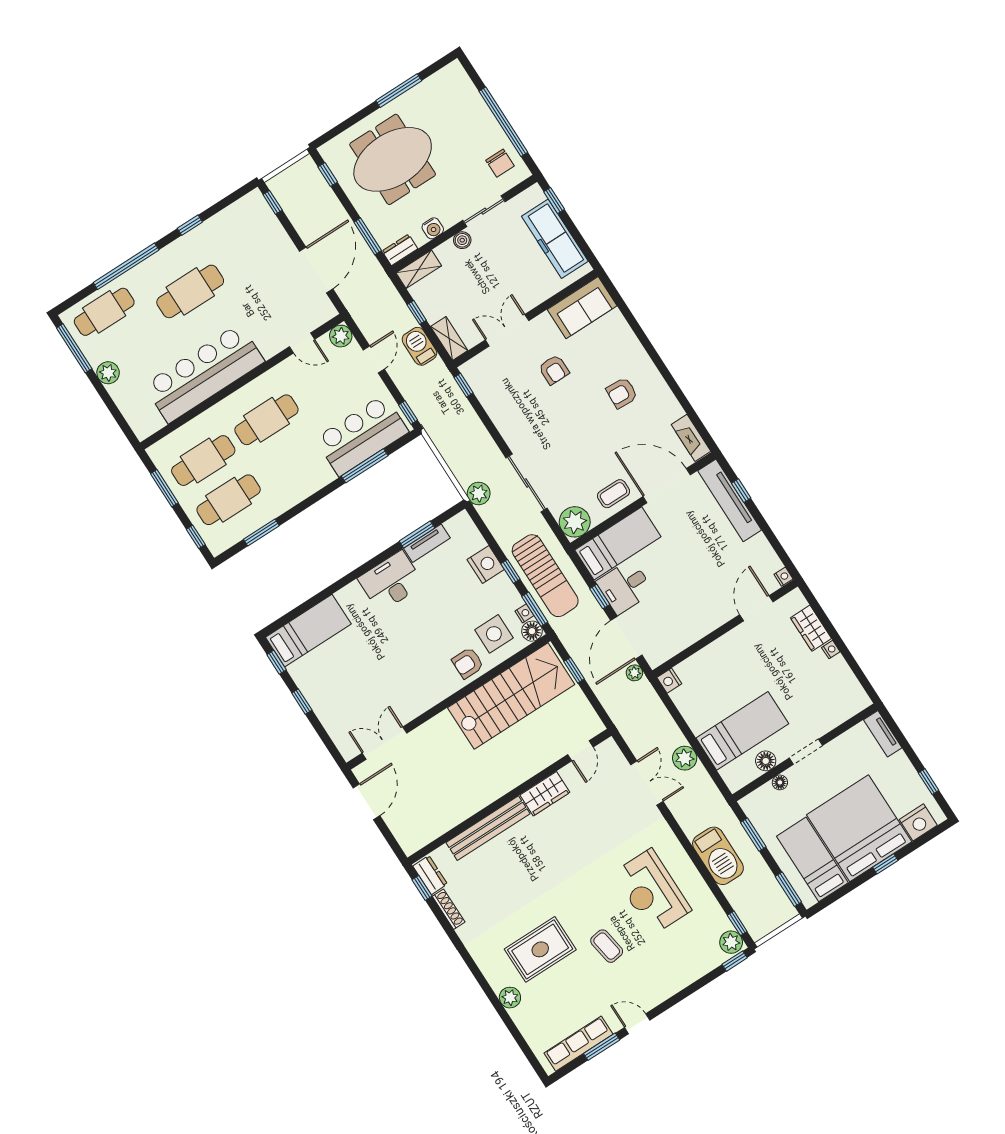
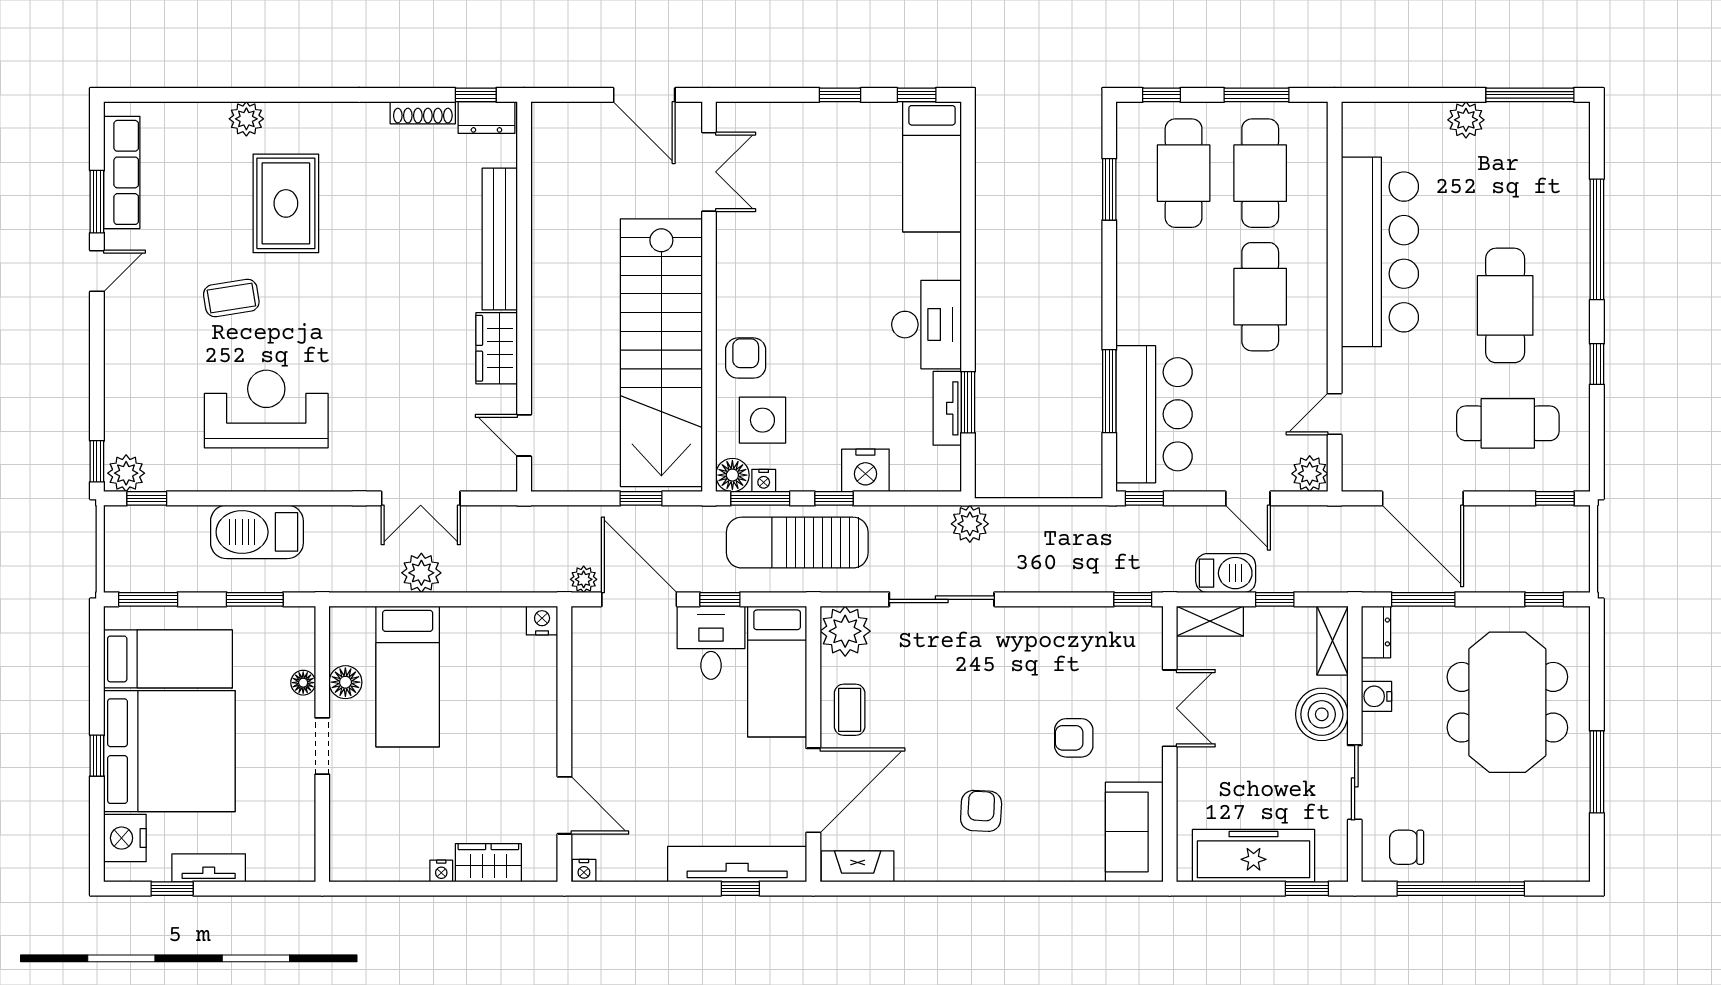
boiler: (462, 240) -> (1322, 714), width x1.86, depth x1.86
cafe table: (104, 312) -> (1508, 423), moved, turned 90
stairs: (511, 696) -> (661, 353), width x1.36
tv unit: (883, 734) -> (209, 868), moved

